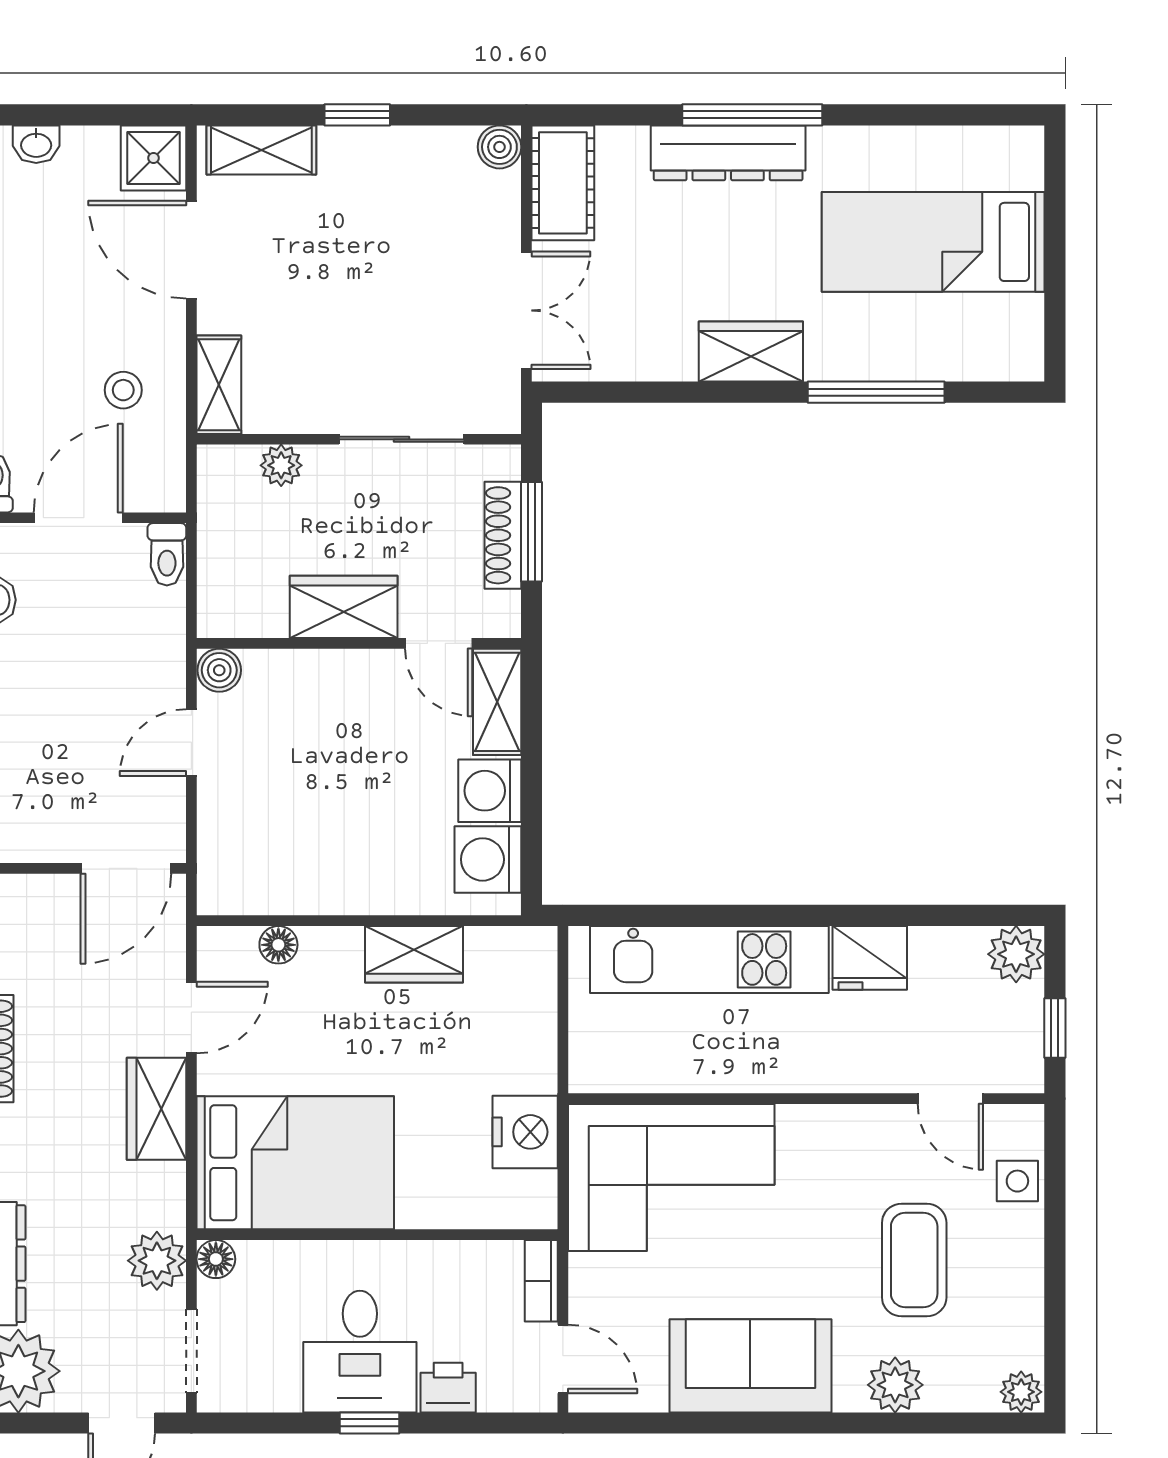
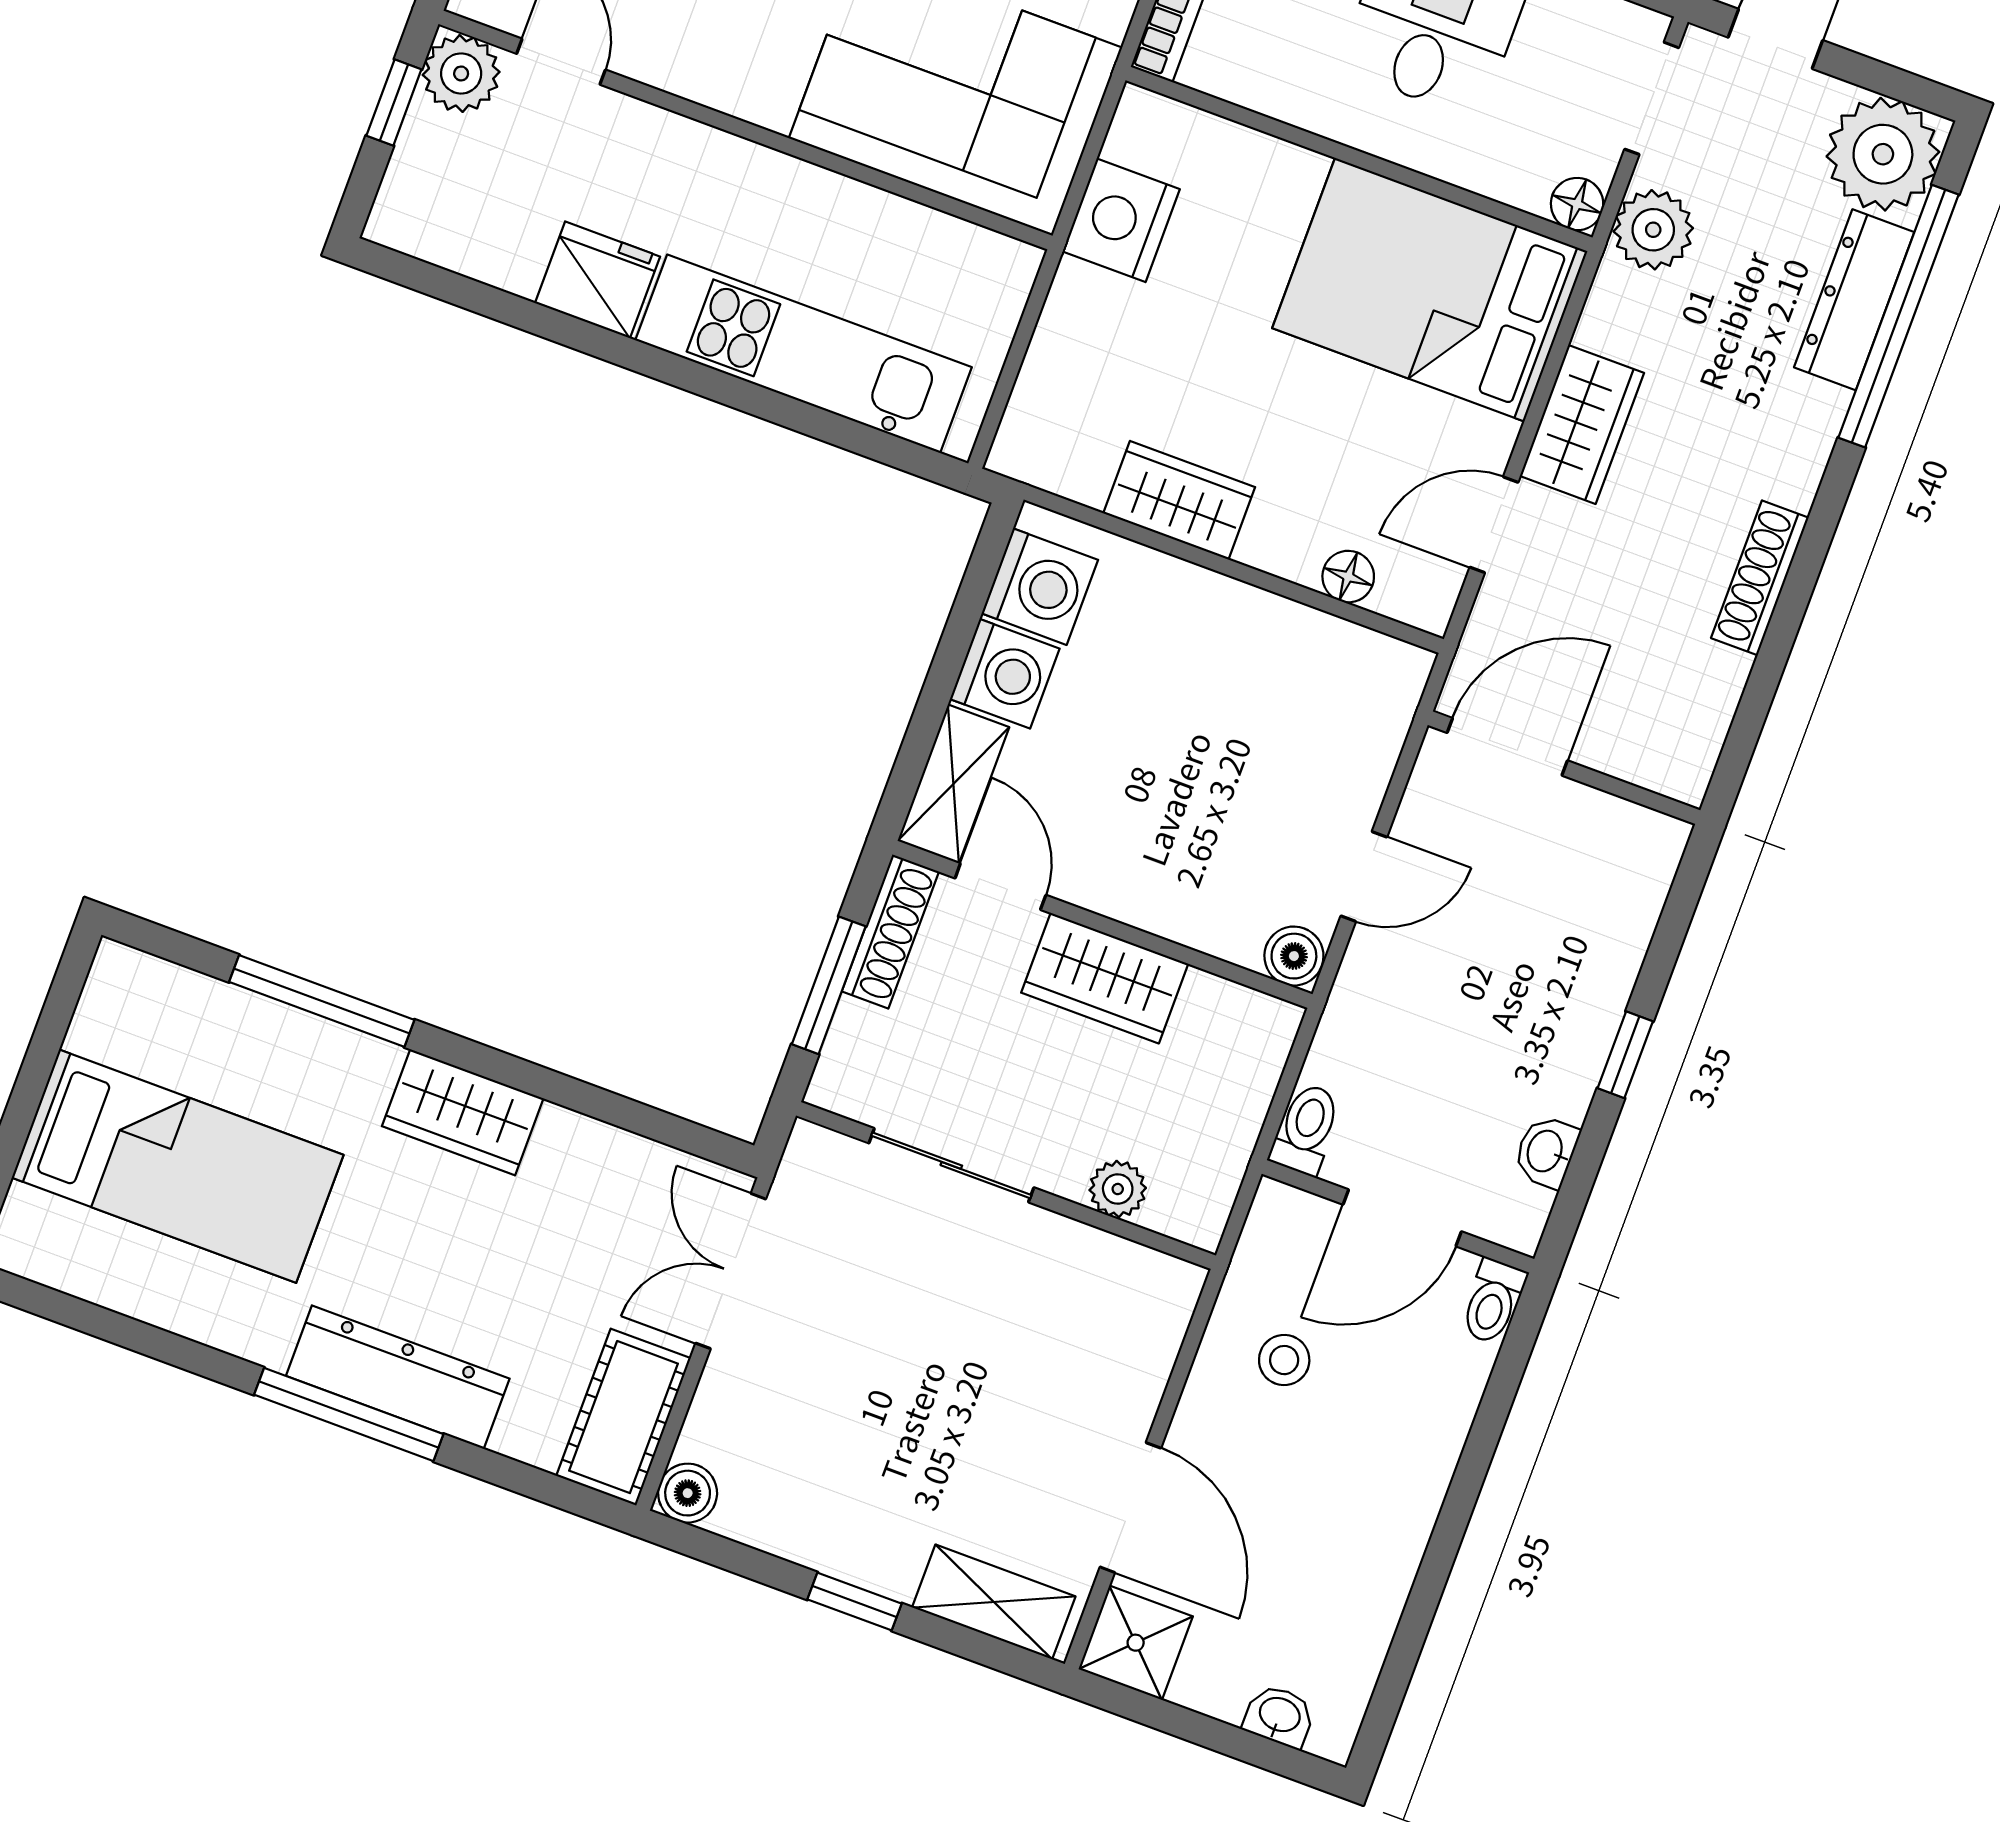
shelving: (219, 385) -> (1159, 1322), removed
shoe rack: (503, 535) -> (890, 931), moved
plant: (1016, 954) -> (461, 73), moved

